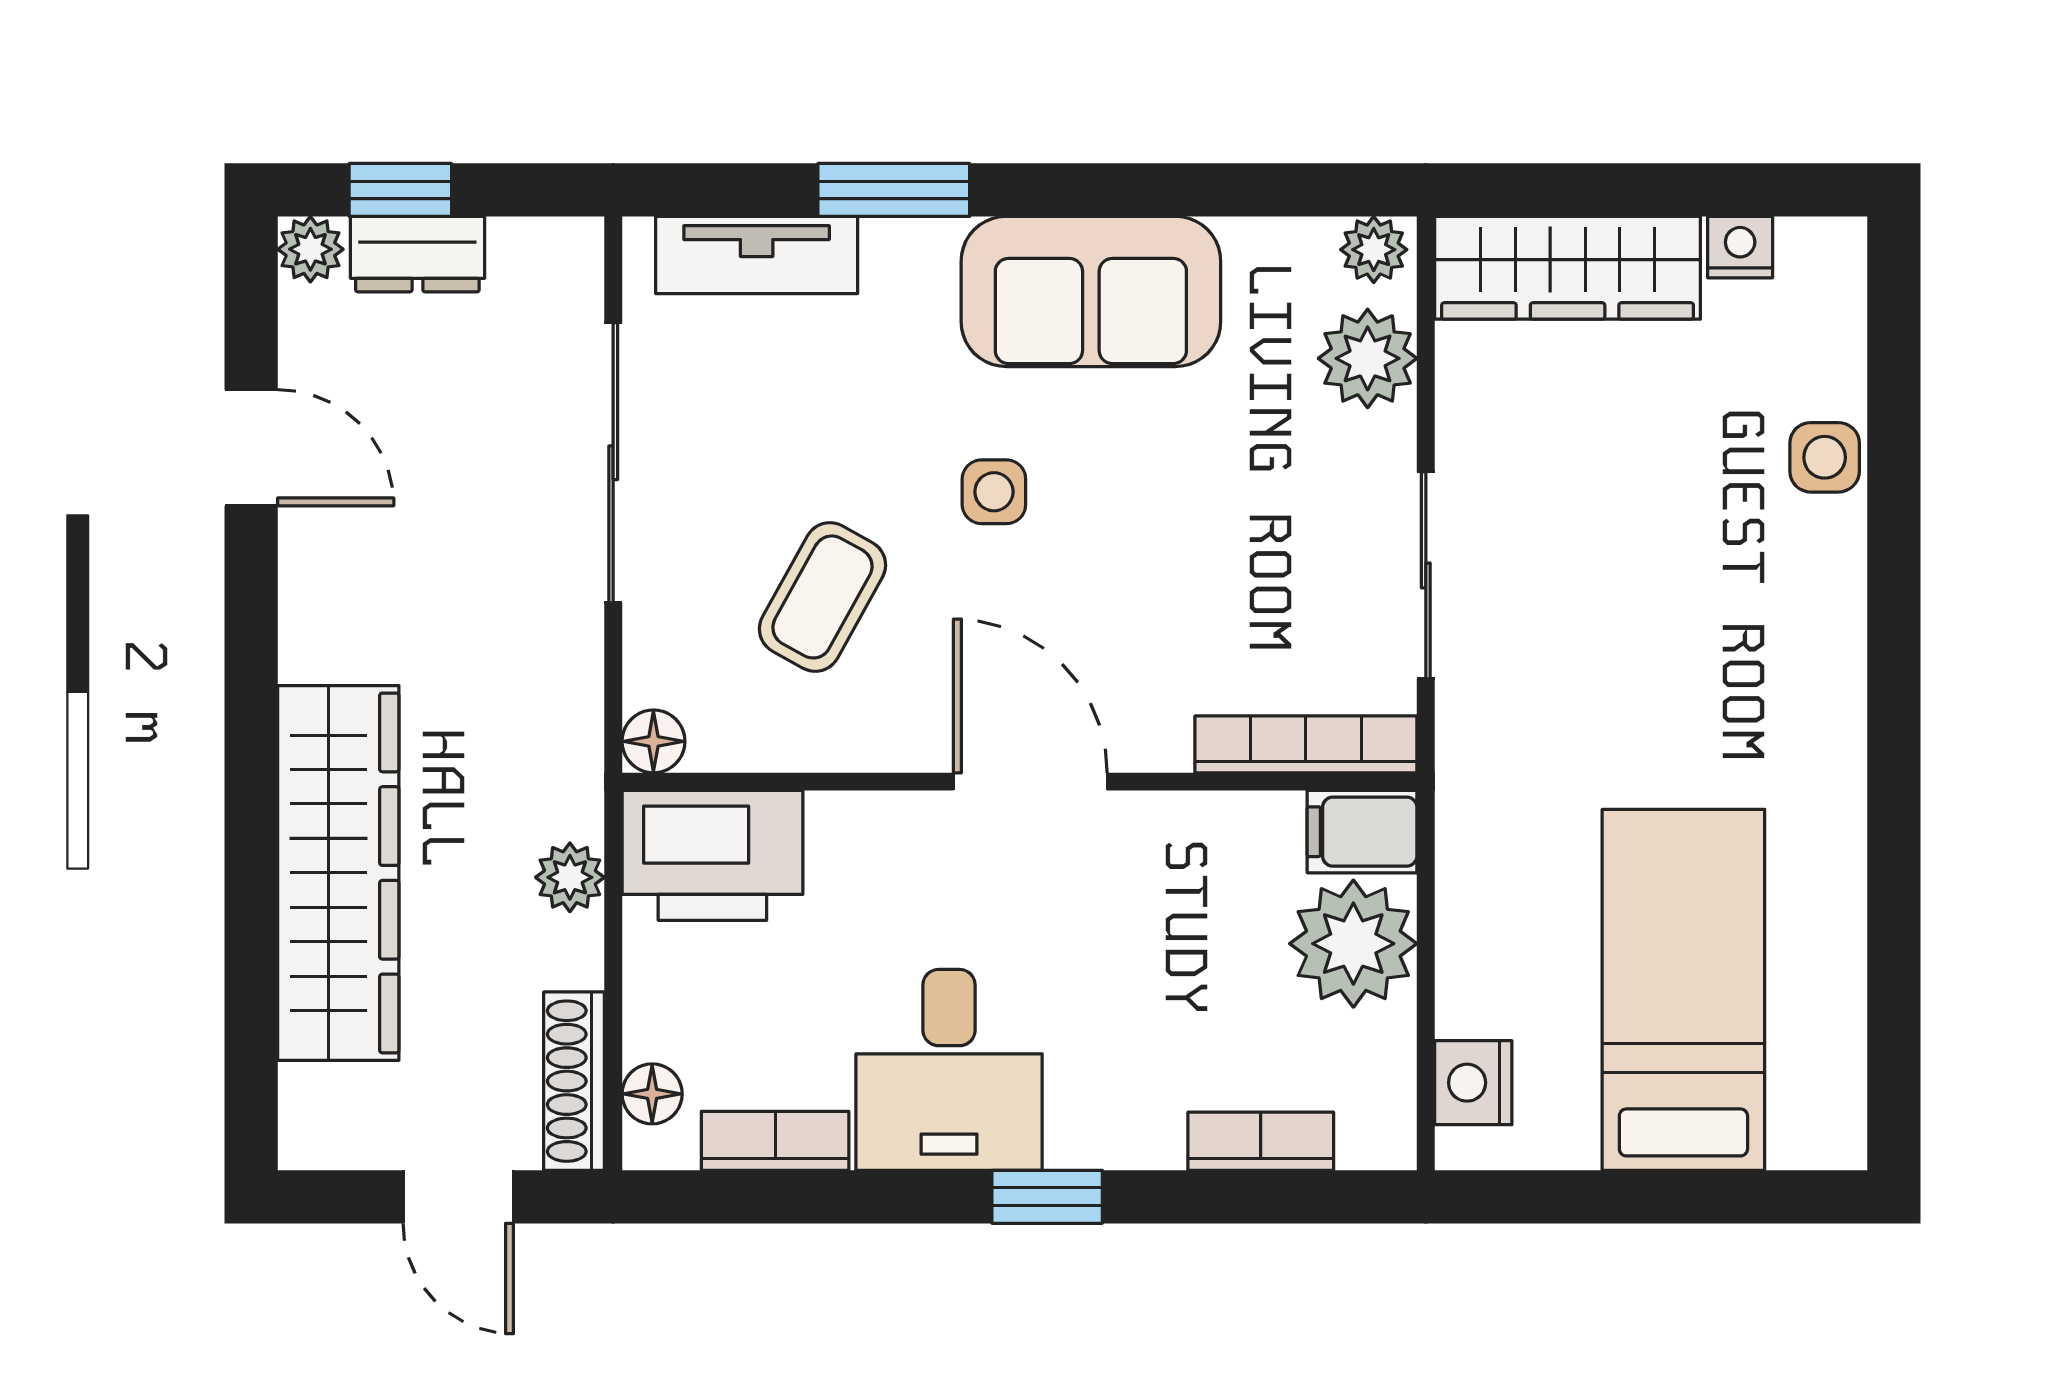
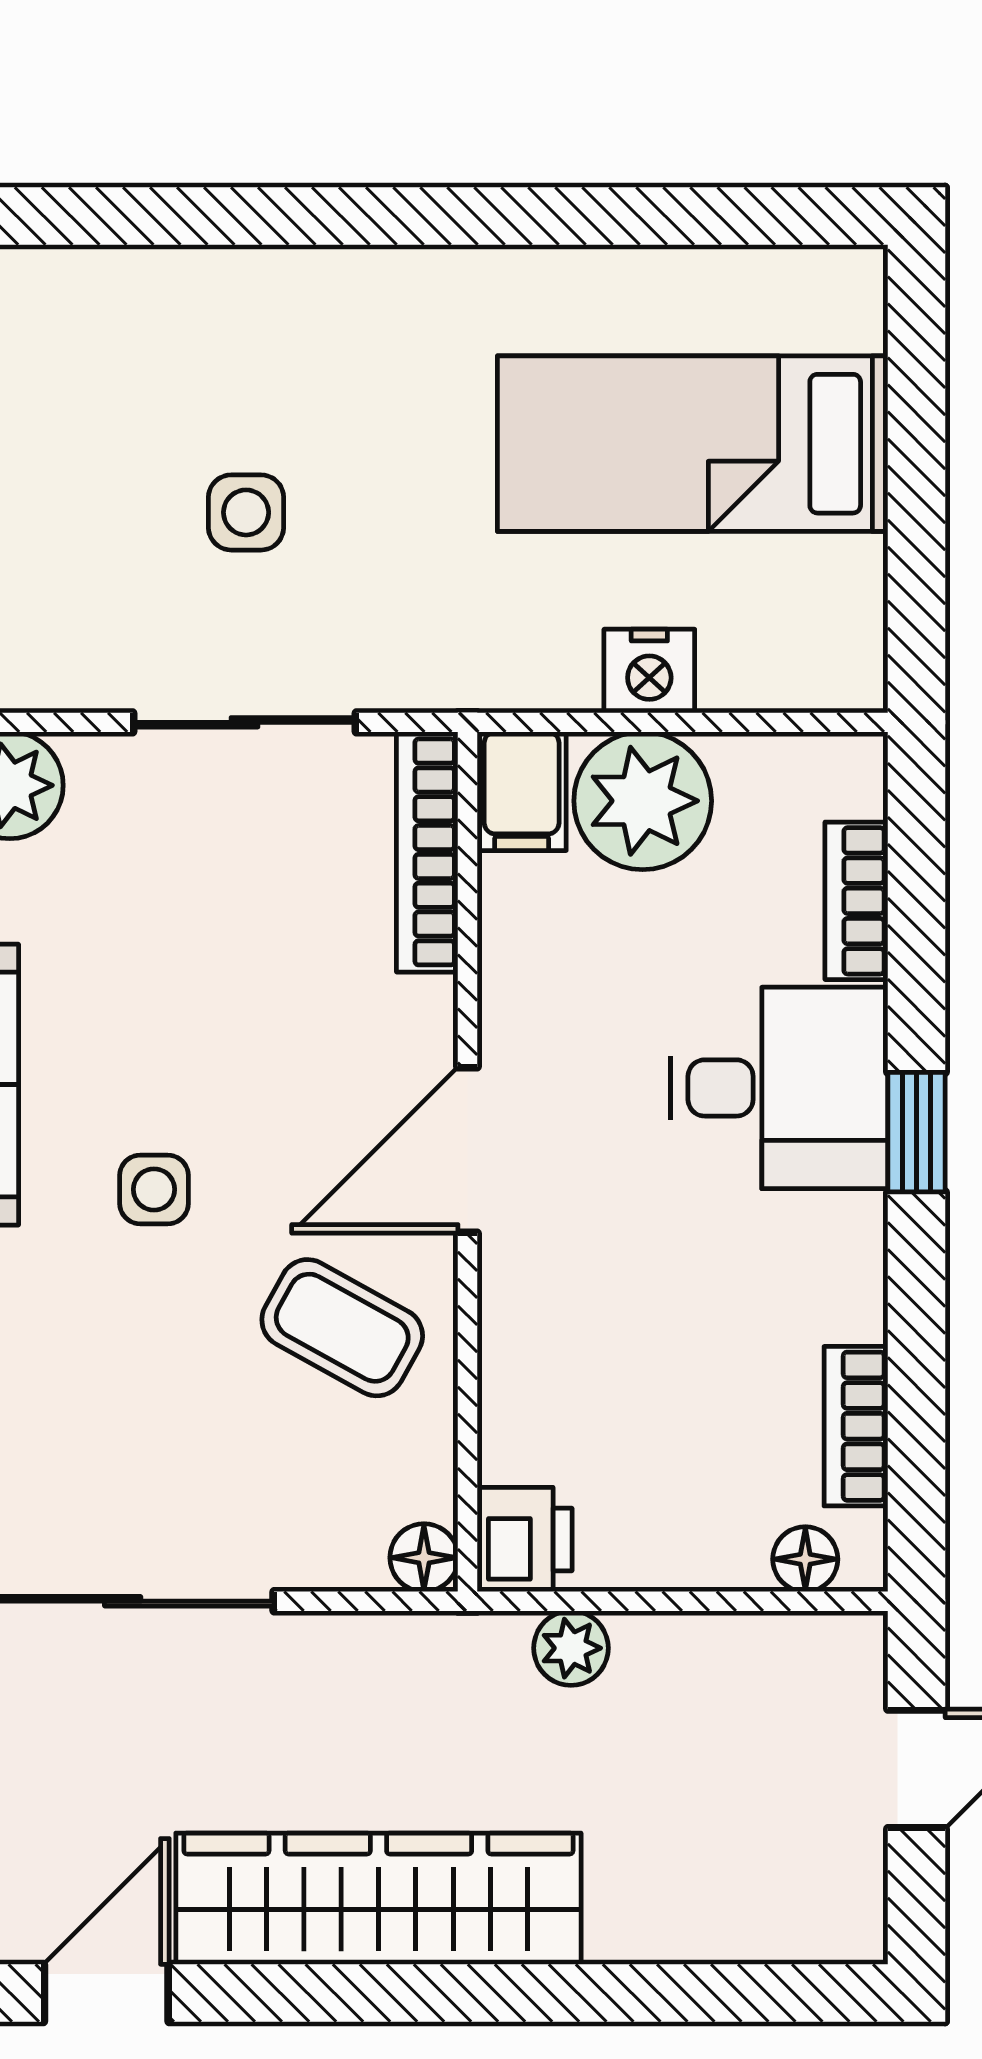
side table: (1825, 457) -> (246, 512), moved
coffee table: (822, 597) -> (342, 1328), moved
printer: (712, 855) -> (525, 1539), width x0.53, depth x0.68
wardrobe: (338, 873) -> (378, 1899), moved
desk: (949, 1070) -> (779, 1088), moved
shoe rack: (574, 1081) -> (791, 1644), removed
nightstand: (1473, 1083) -> (649, 671), moved

